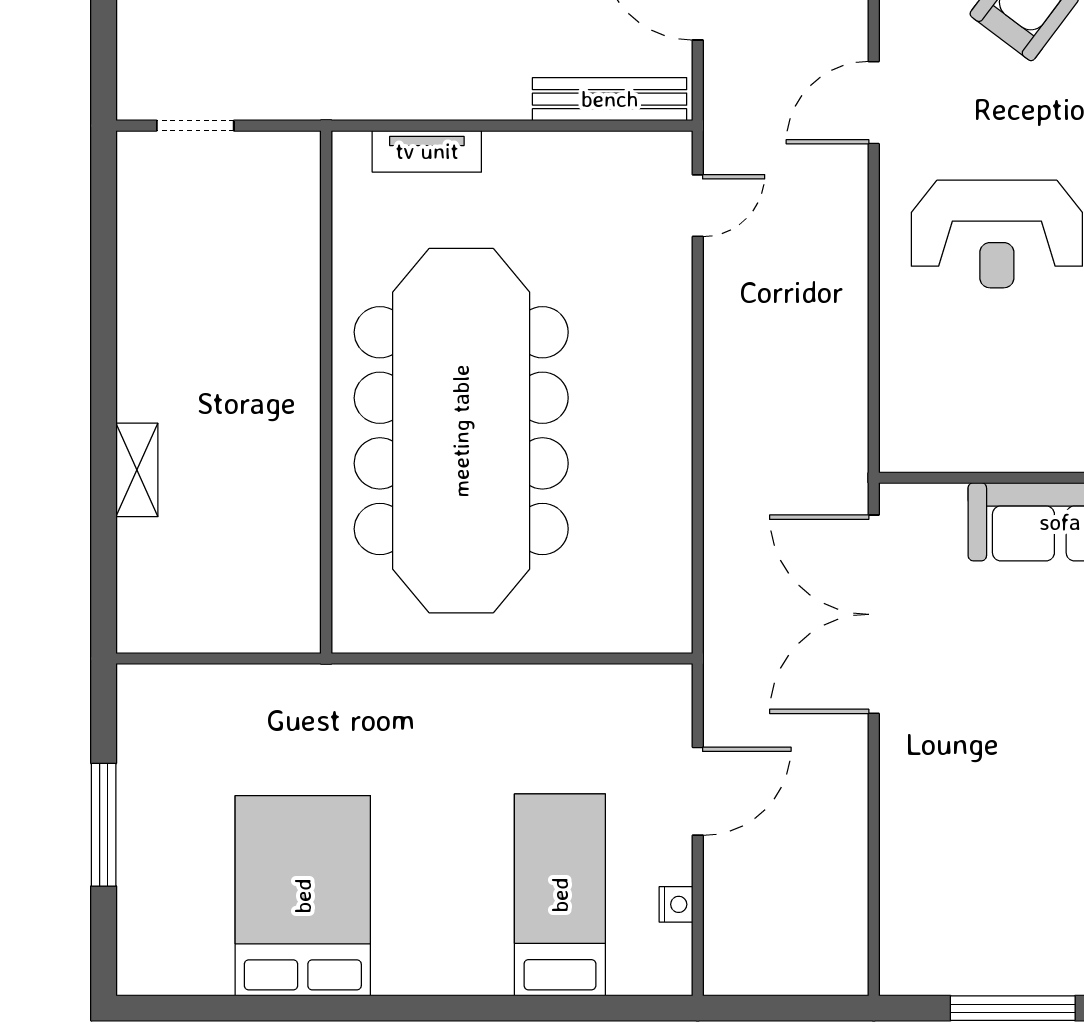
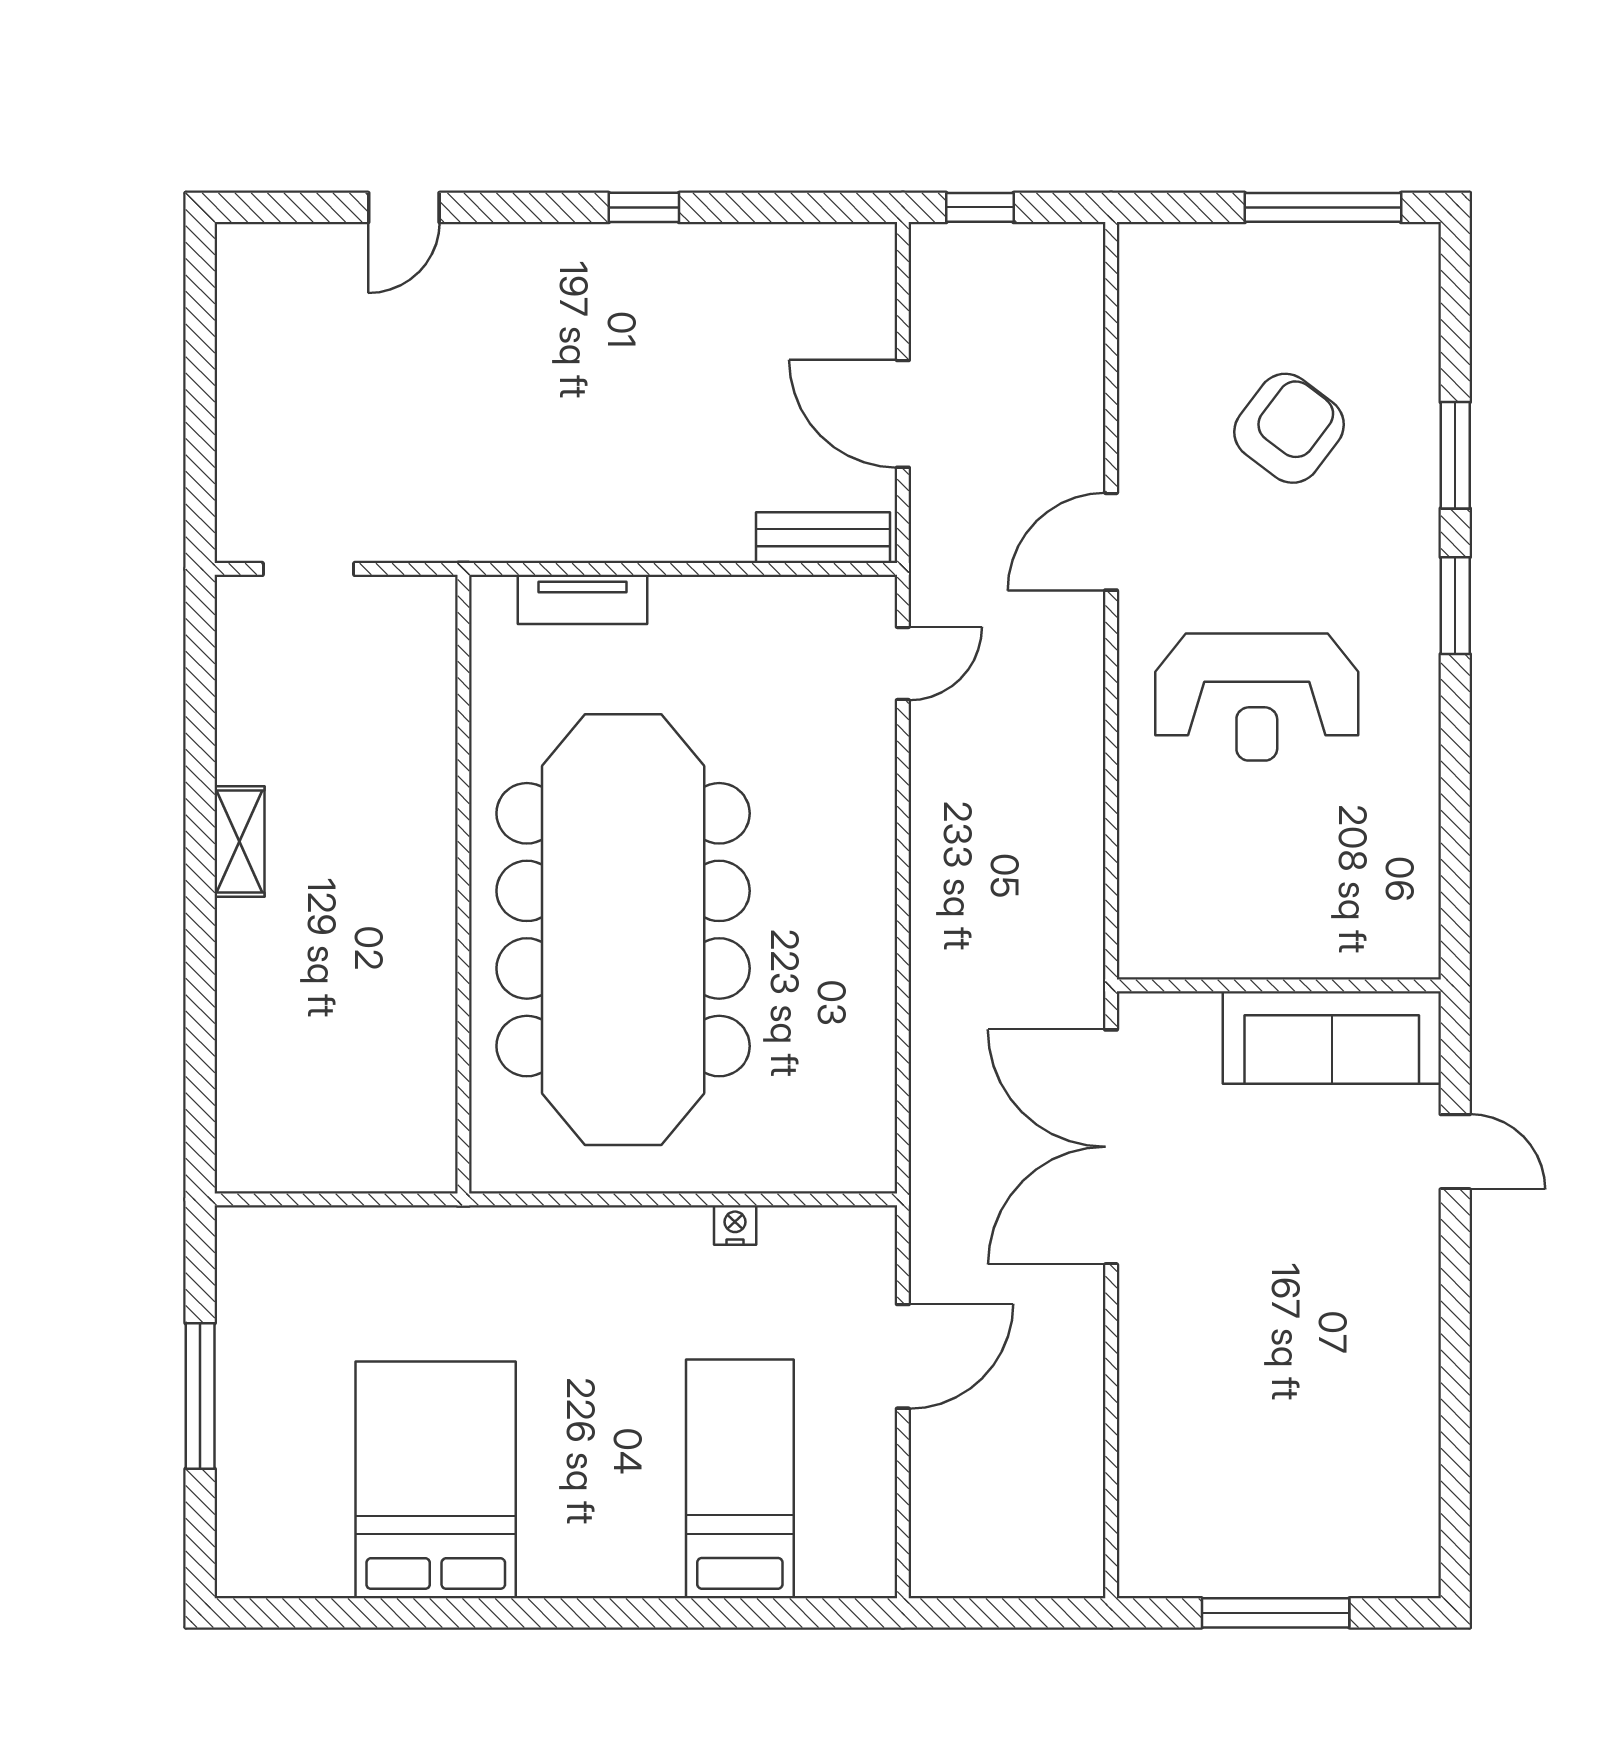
bench: (610, 99) -> (823, 538), width x0.73
shelving: (137, 470) -> (239, 842), moved
nightstand: (676, 904) -> (735, 1225), moved, turned -90

